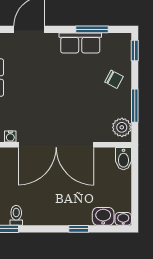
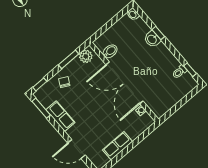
window: (92, 29) -> (41, 108), moved
double door: (56, 145) -> (125, 83), swing flipped
bidet: (123, 159) -> (110, 51), moved
washbasin: (103, 216) -> (152, 39), moved

